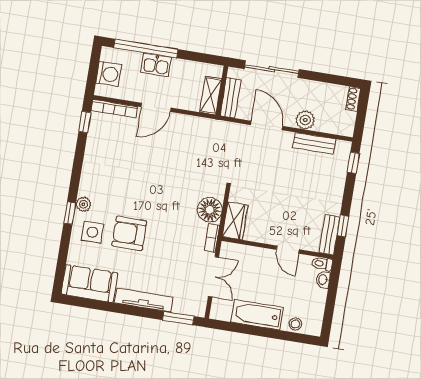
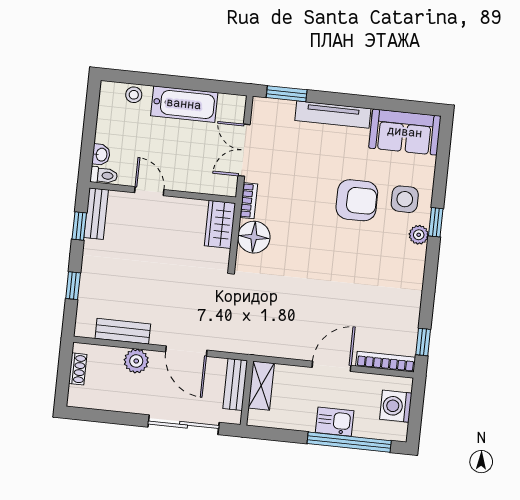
shoe rack: (353, 99) -> (78, 369), moved
window: (353, 163) -> (73, 286), moved

